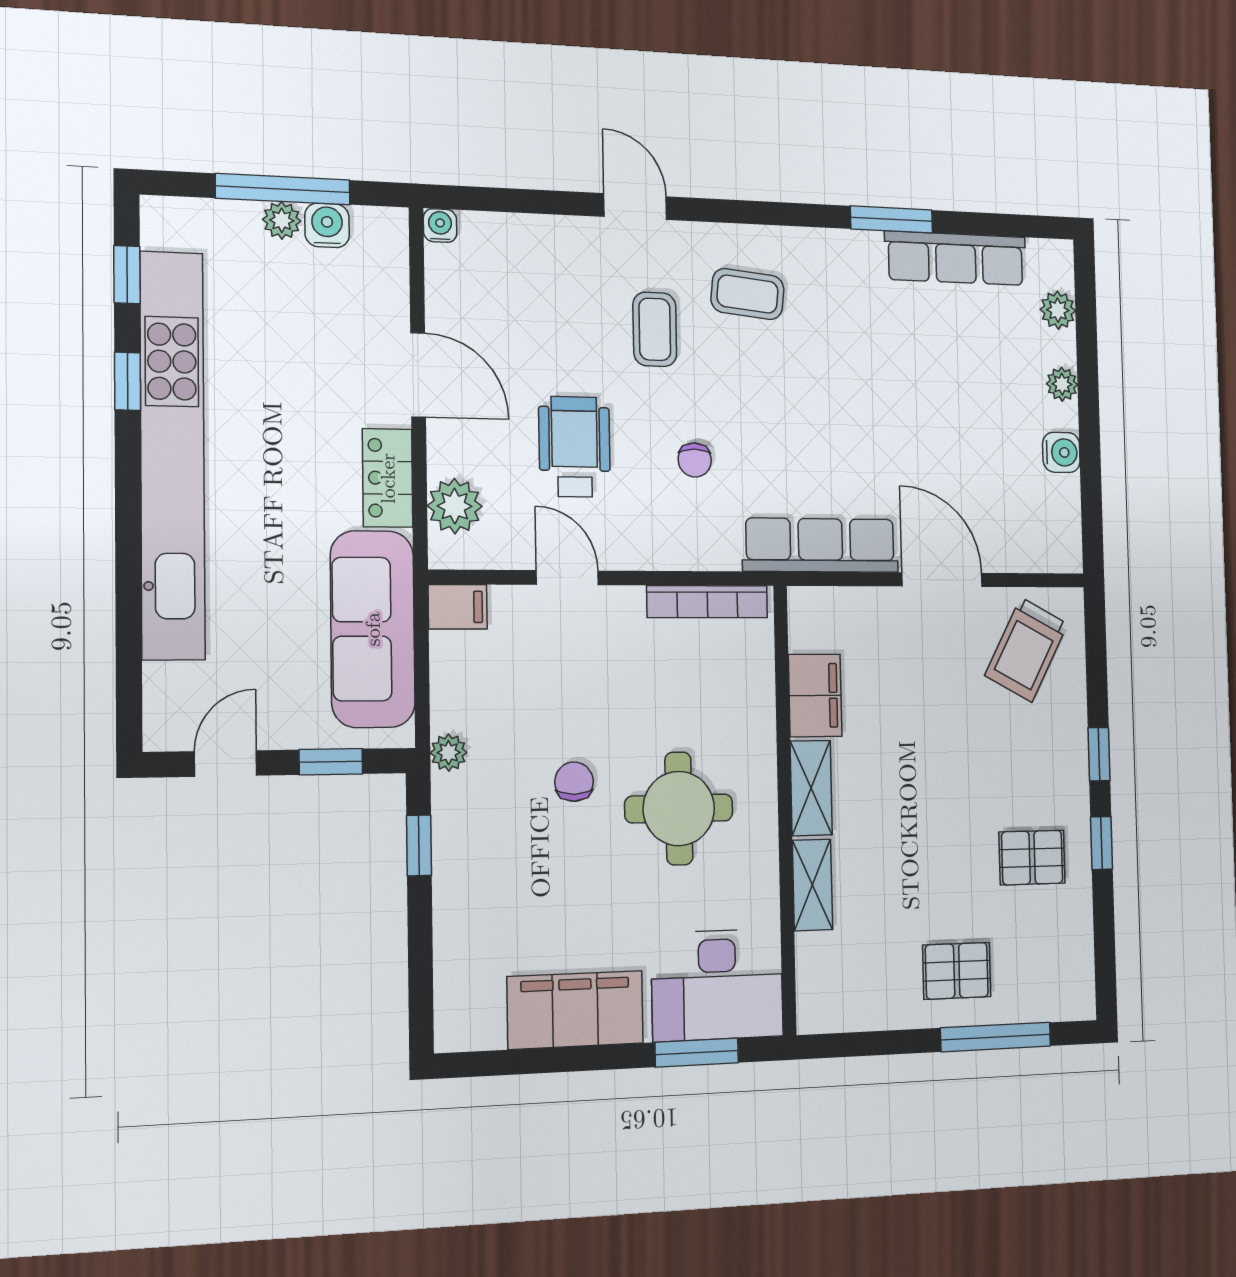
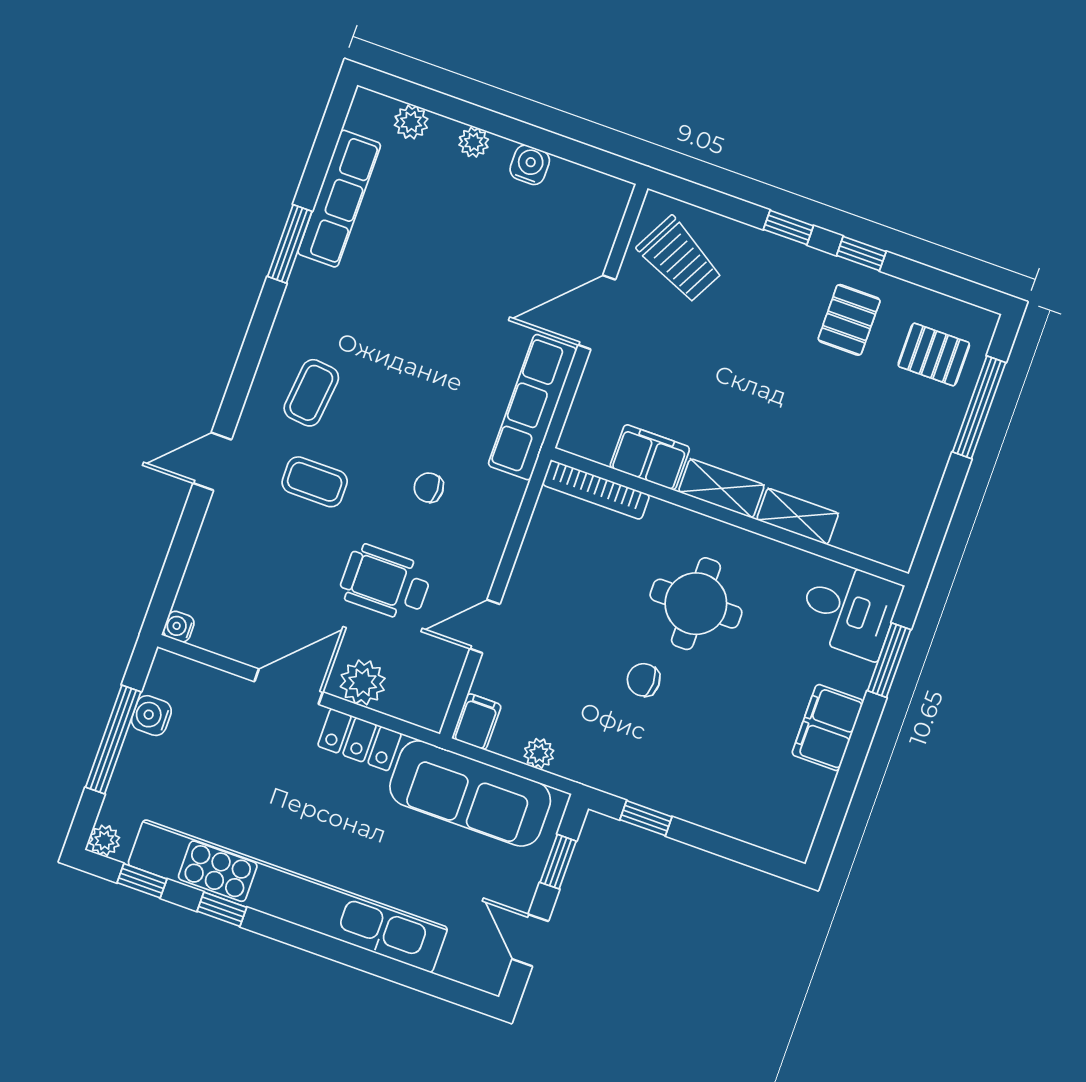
plant: (282, 220) -> (104, 840), moved
chair: (695, 460) -> (429, 488), turned 180
plant: (455, 506) -> (363, 682), moved
bookcase: (707, 602) -> (596, 490), moved, turned 90
plant: (449, 753) -> (539, 753), moved
pallet: (957, 971) -> (934, 354), moved, turned 90
desk: (717, 985) -> (849, 609), width x0.73
filing cabinet: (575, 1010) -> (828, 728), width x0.67, depth x0.86

